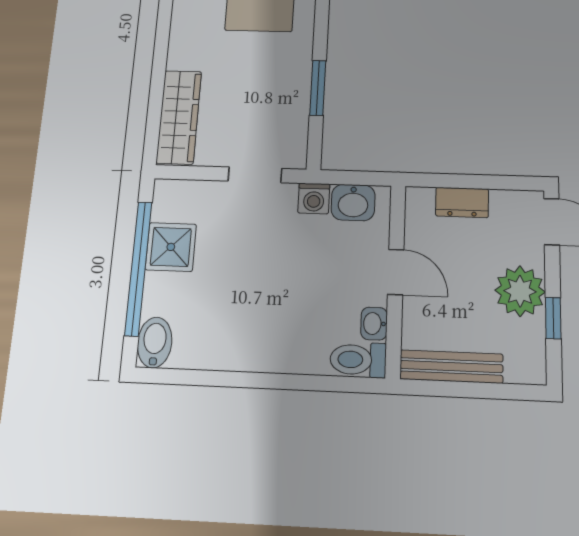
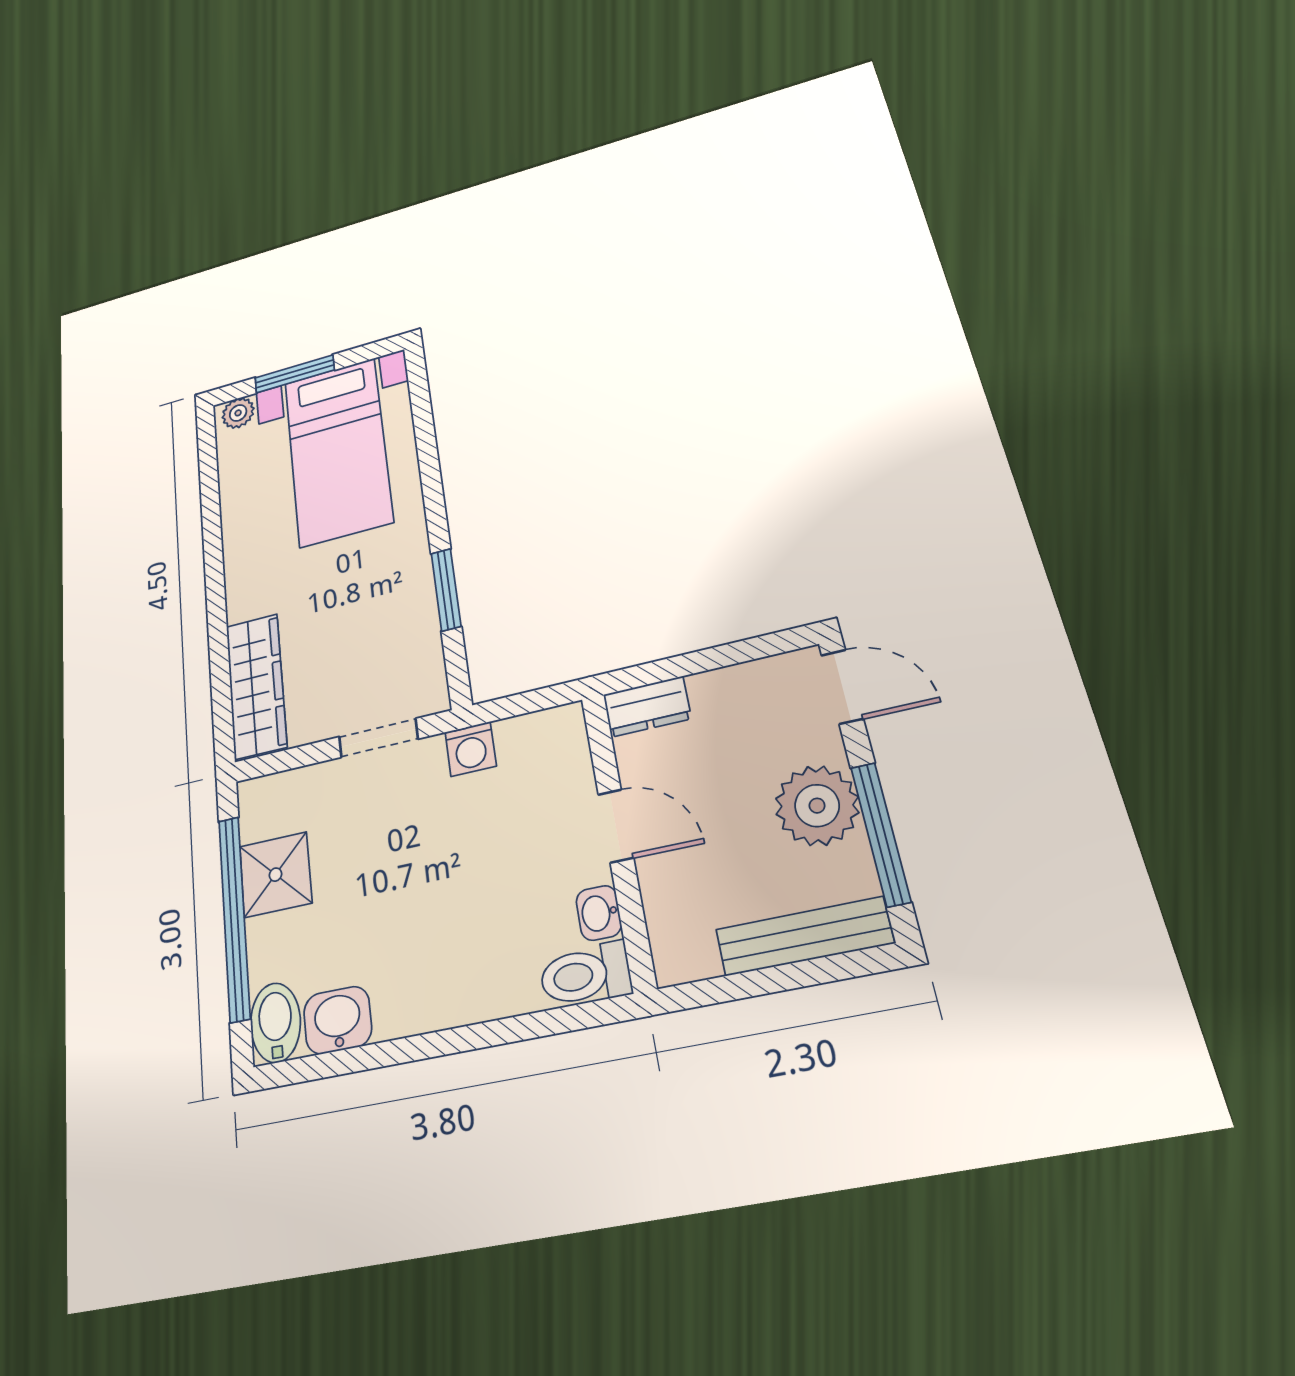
washbasin: (353, 202) -> (338, 1020), moved, turned 180
dresser: (462, 202) -> (647, 707), moved
window: (553, 318) -> (881, 834), width x2.17
bench: (451, 367) -> (804, 936), moved

